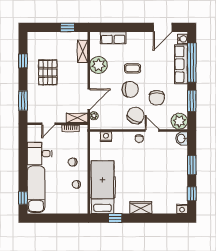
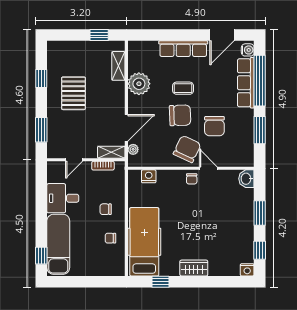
row of seats: (113, 38) -> (183, 49), moved, width x1.48
plant: (179, 121) -> (244, 157), removed

